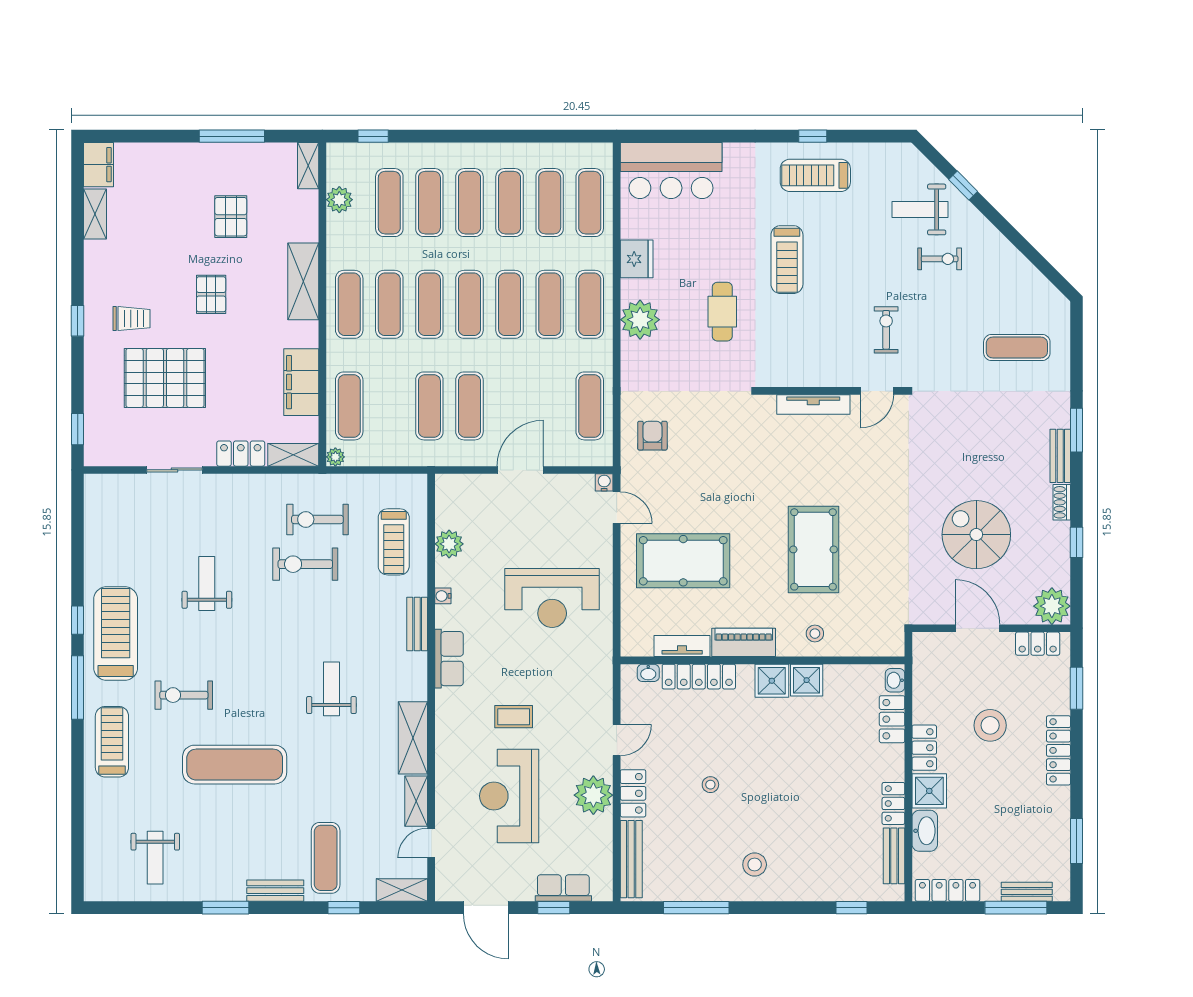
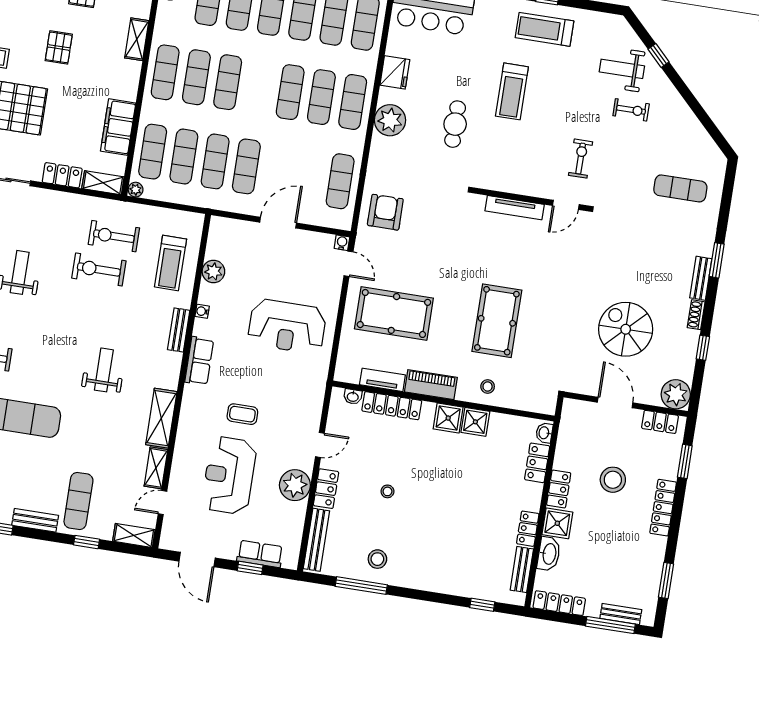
shelving: (303, 281) -> (137, 39), width x0.67, depth x0.75
exercise mat: (469, 304) -> (184, 157), moved
armchair: (652, 436) -> (385, 212), width x1.38, depth x1.38
stool: (755, 865) -> (377, 559), moved

